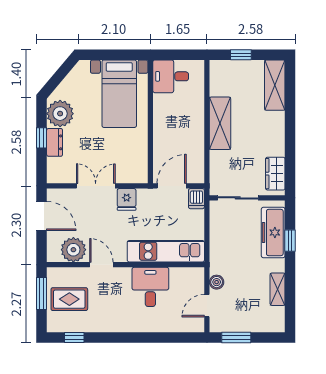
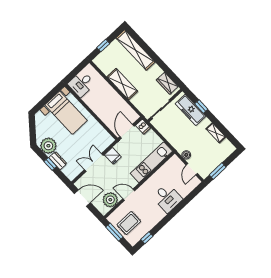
shelving: (275, 85) -> (135, 50), width x1.47
desk: (150, 287) -> (167, 198), moved, turned 180

